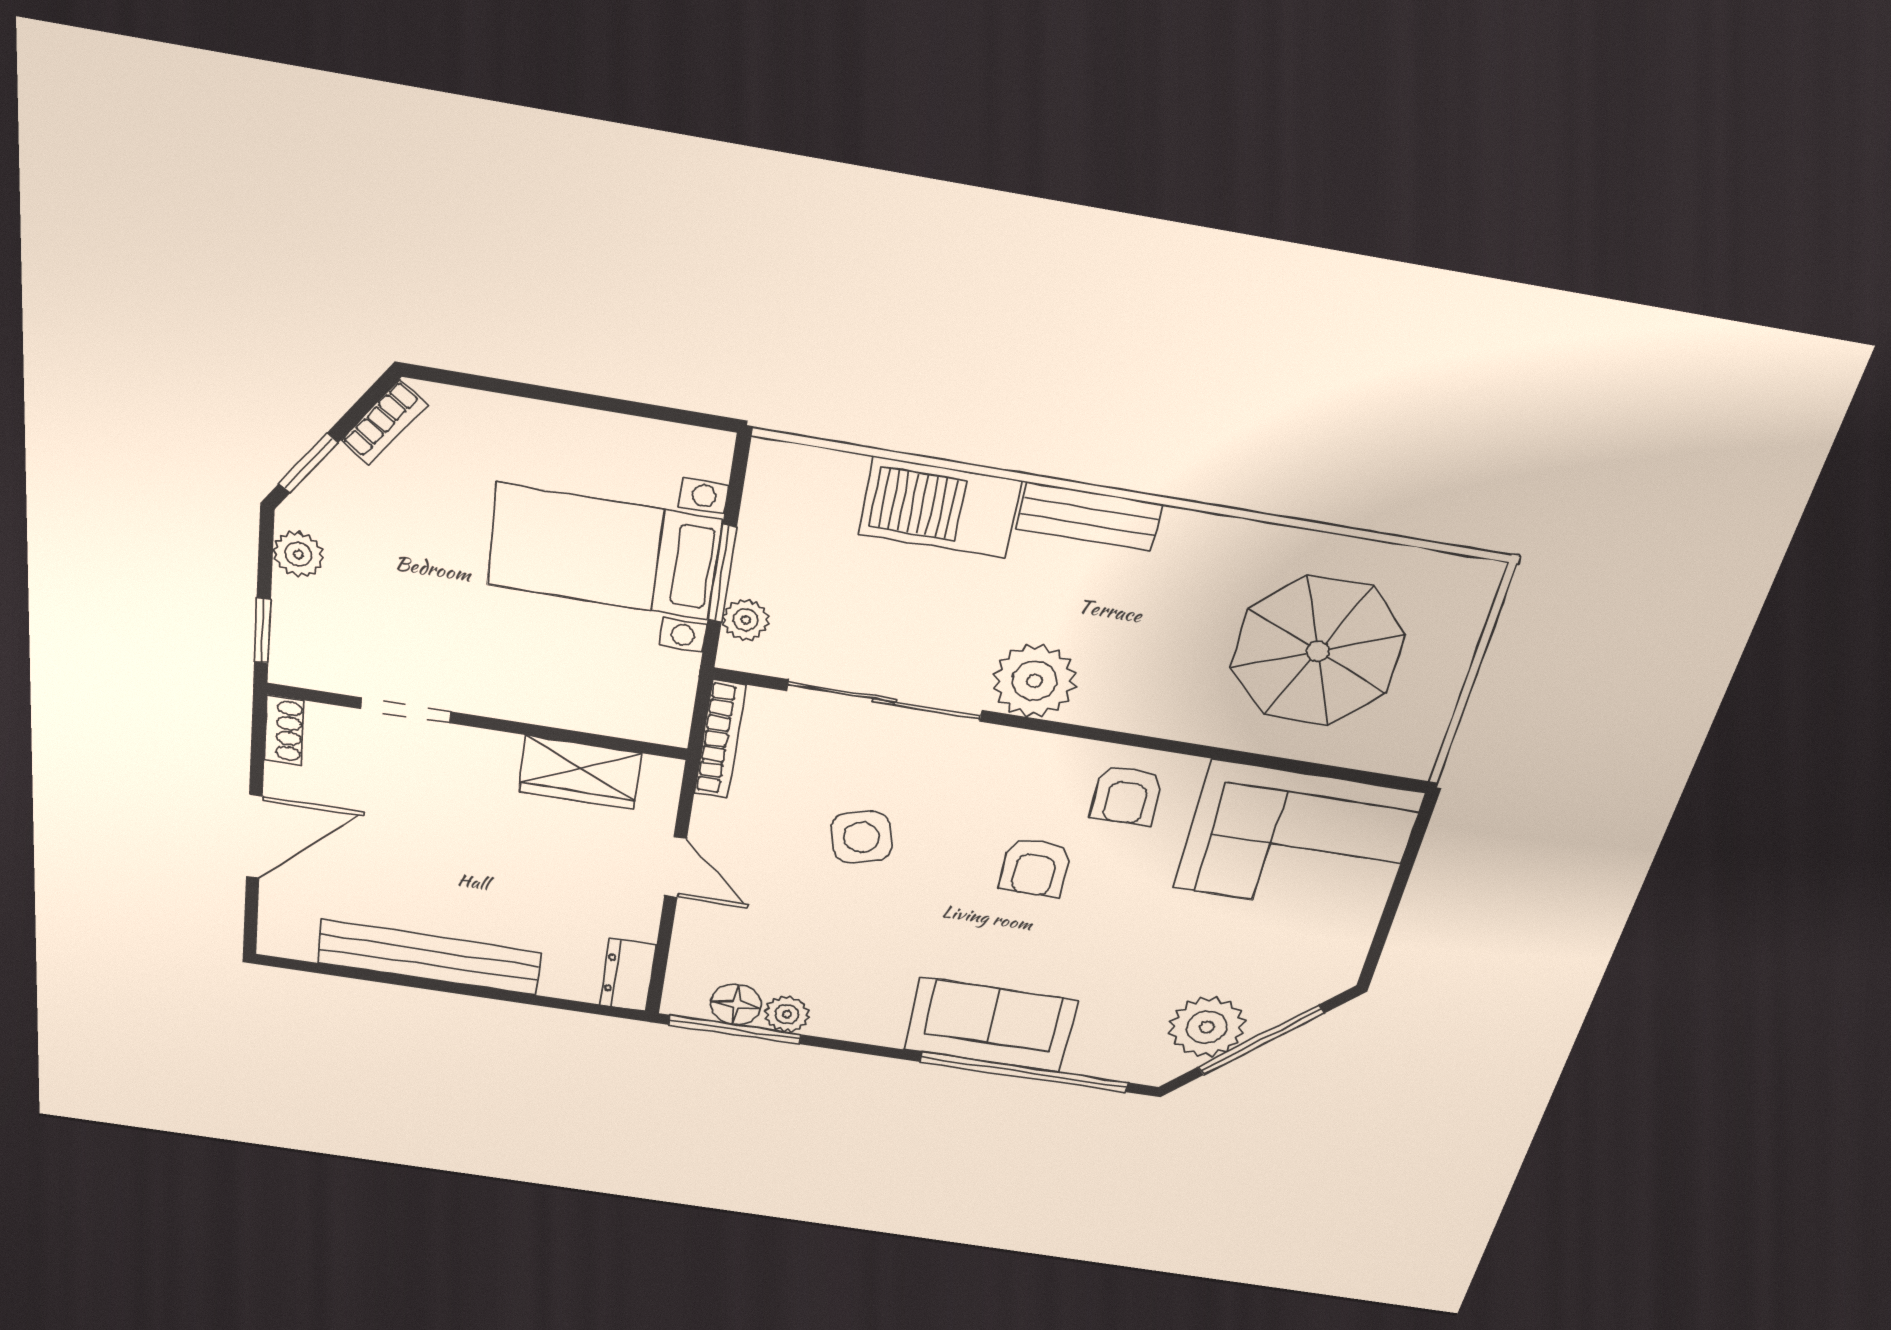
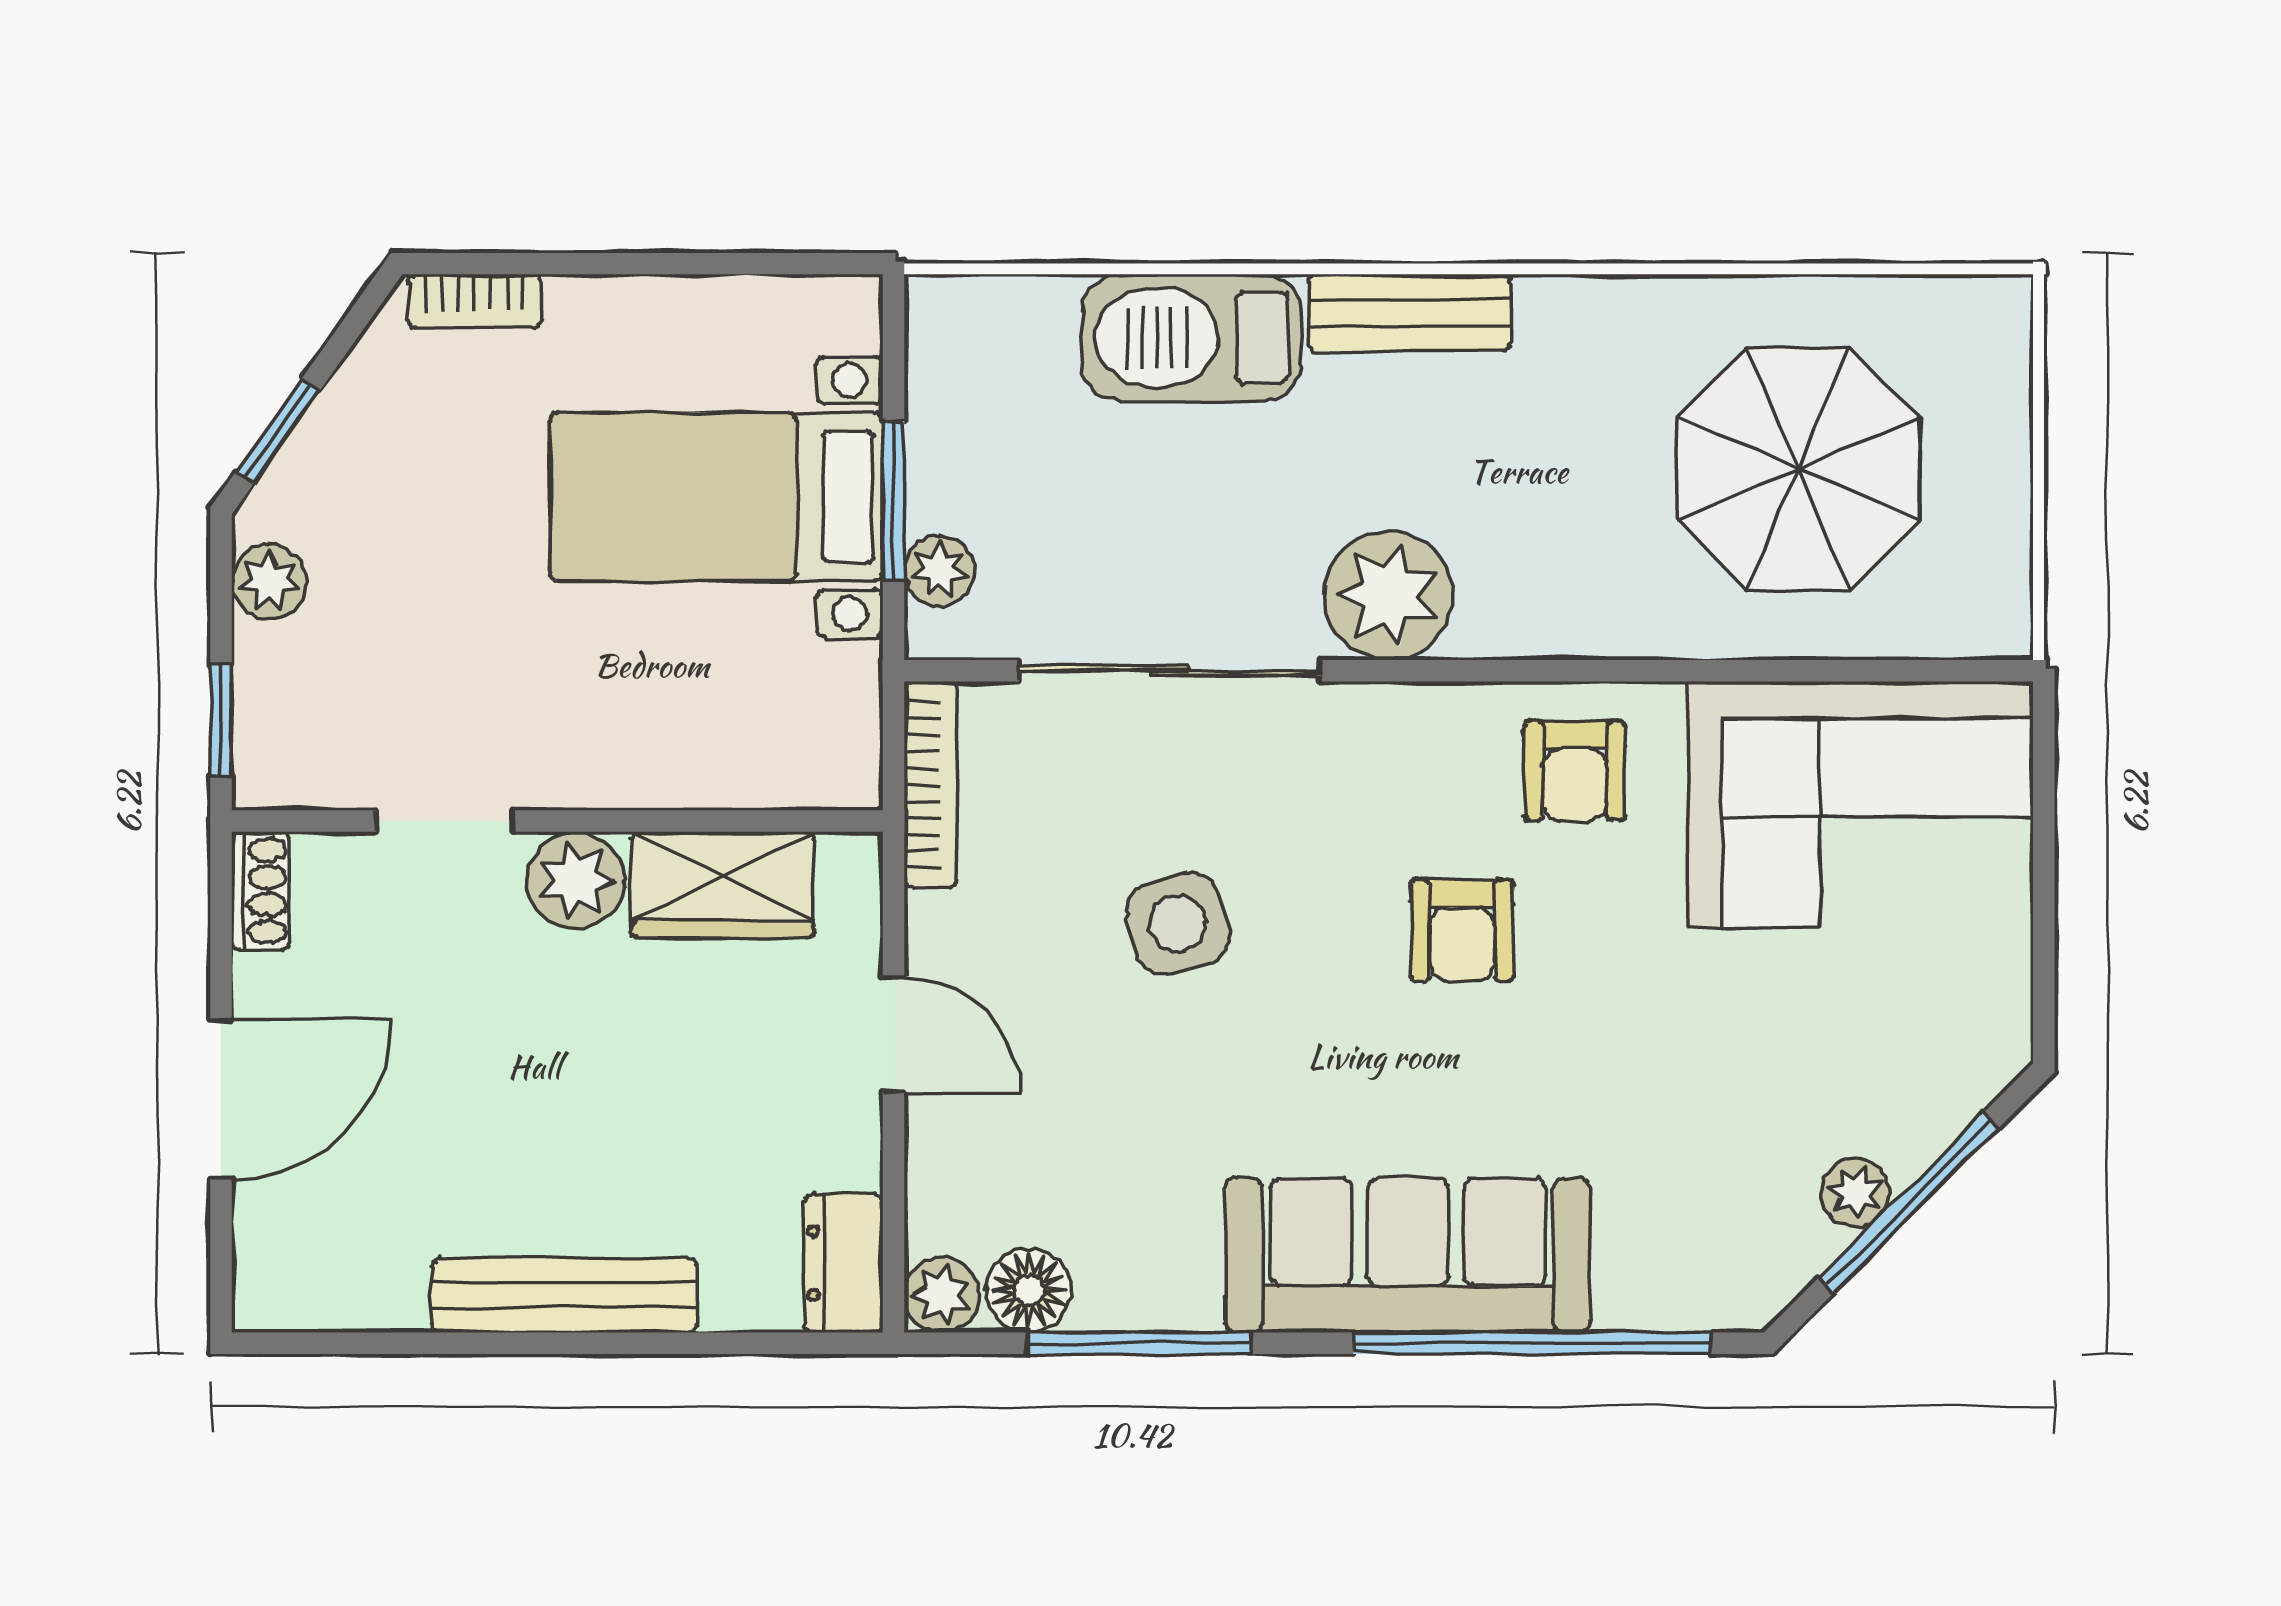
bookcase: (384, 422) -> (474, 301), moved, turned 55
plant: (487, 756) -> (576, 880), added
bench: (429, 958) -> (564, 1295), width x0.73, depth x0.82
plant: (787, 1014) -> (942, 1295), moved
sofa: (991, 1025) -> (1408, 1255), width x1.36
plant: (1207, 1027) -> (1855, 1193), width x0.53, depth x0.53
window: (735, 1030) -> (1139, 1343), moved

